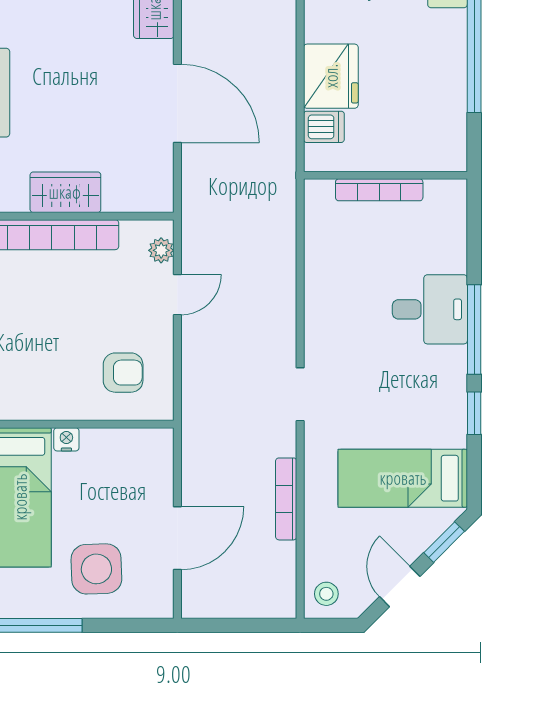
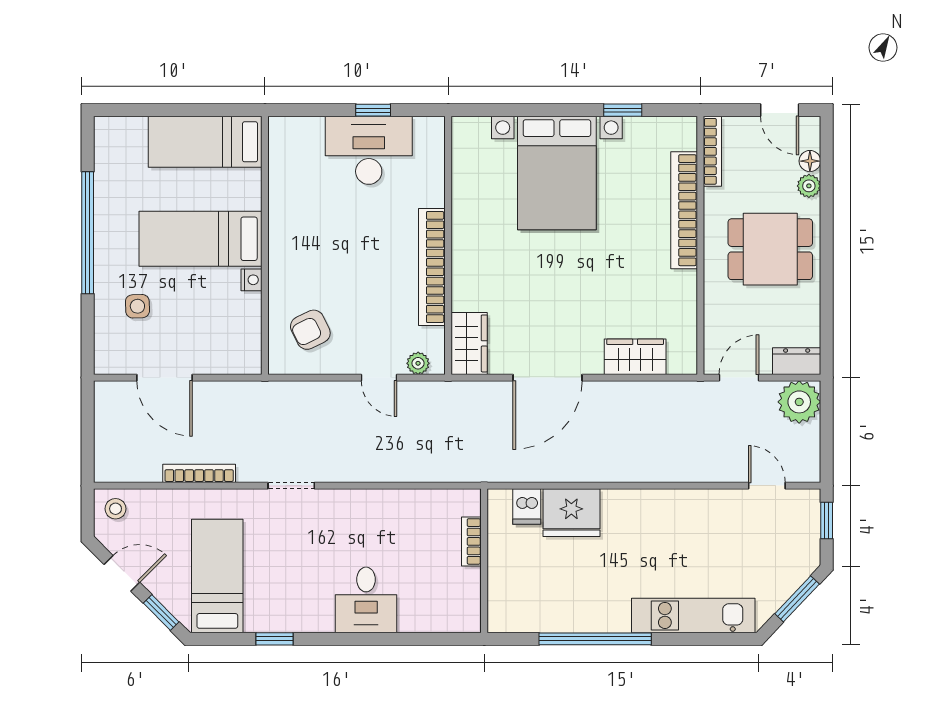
bookcase: (379, 190) -> (471, 541), width x0.64
wardrobe: (65, 192) -> (469, 343), moved
window: (474, 329) -> (348, 639), removed
armchair: (123, 373) -> (310, 330), turned 64
side table: (96, 569) -> (137, 306), width x0.54, depth x0.54

